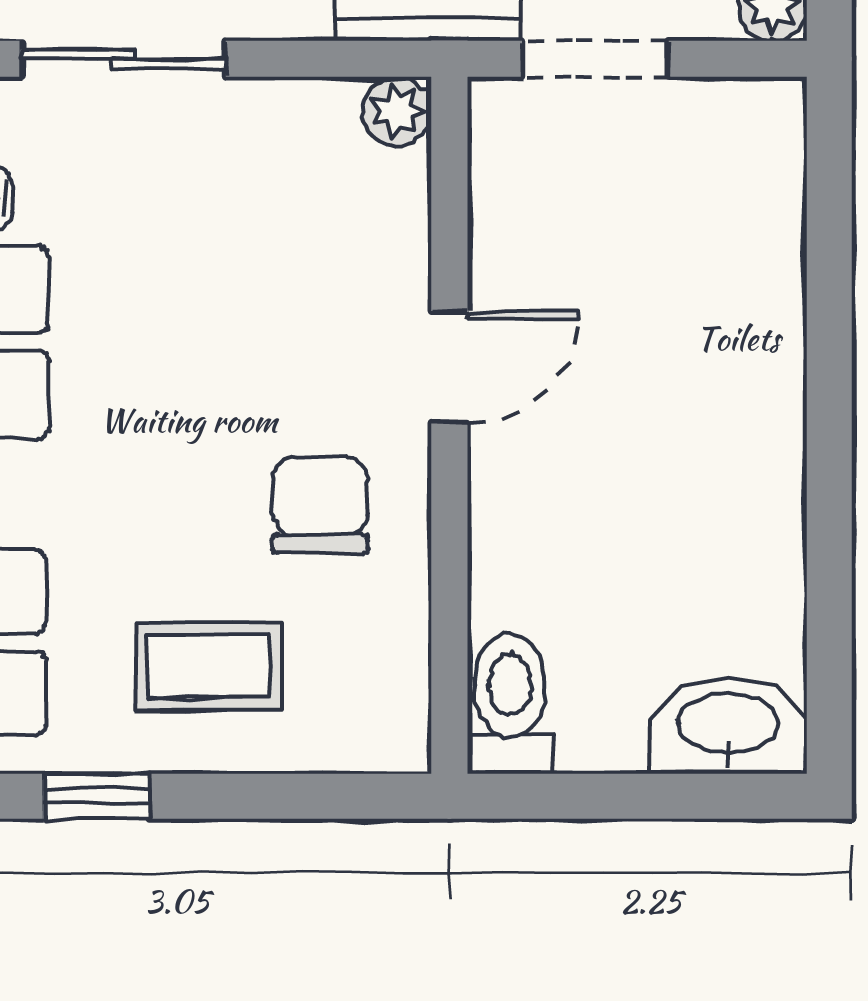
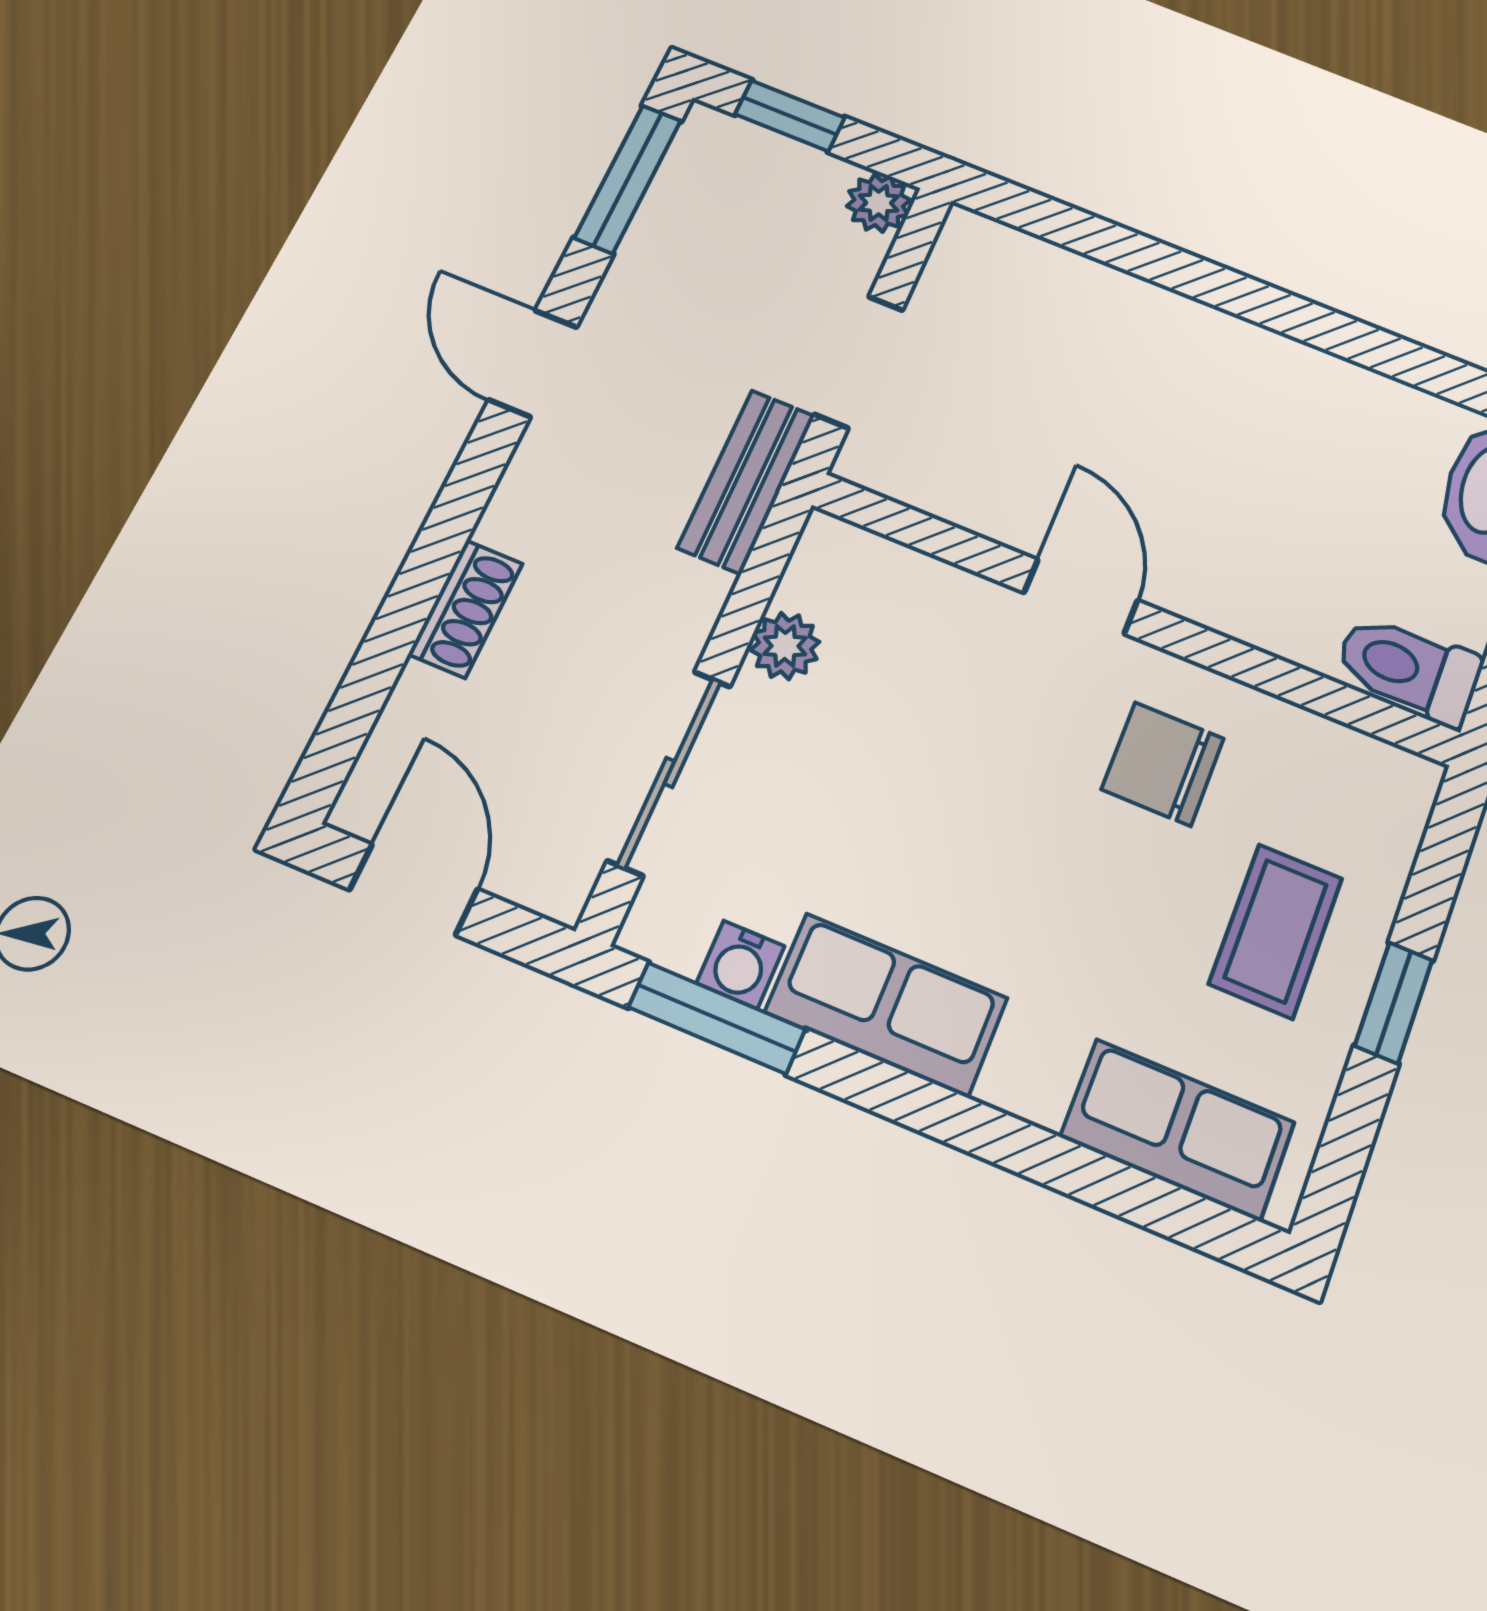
plant: (397, 111) -> (785, 646), moved
window: (97, 796) -> (1394, 1003), moved

